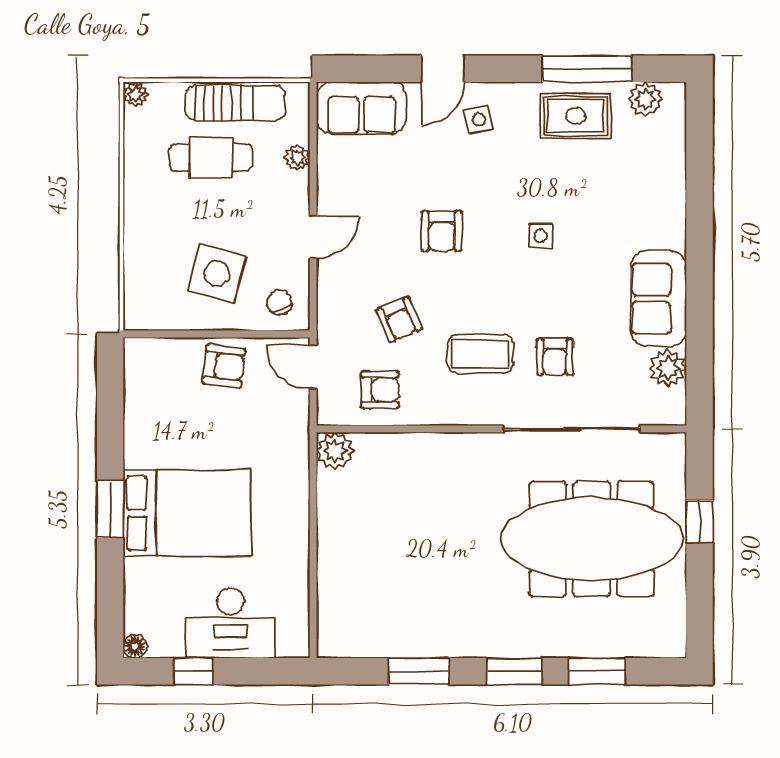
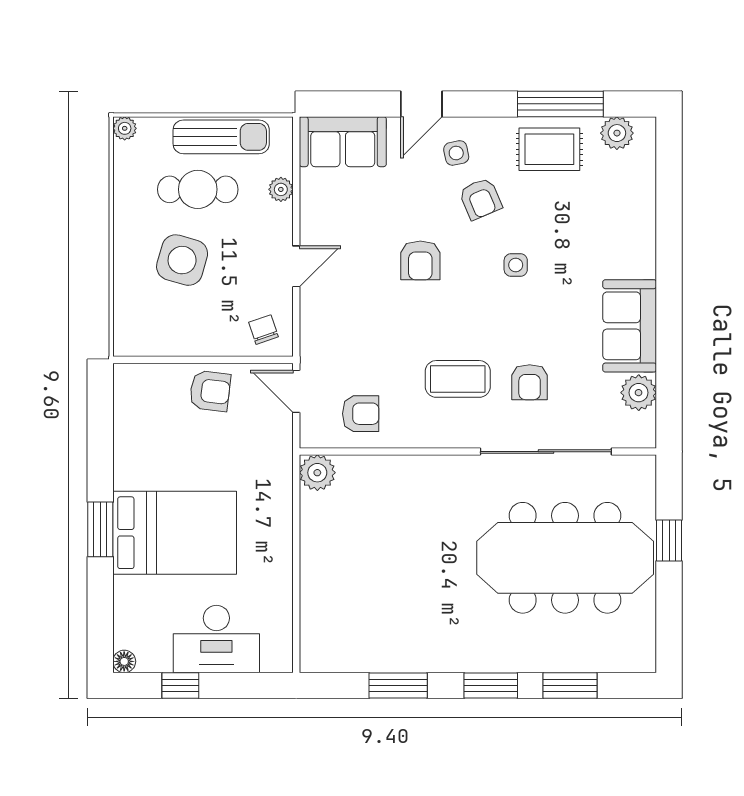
side table: (217, 274) -> (182, 260), moved
armchair: (399, 320) -> (480, 199), moved

